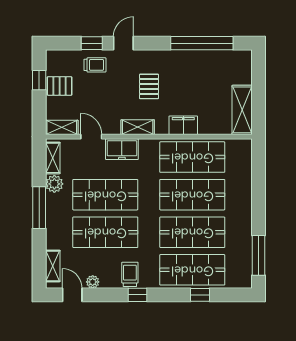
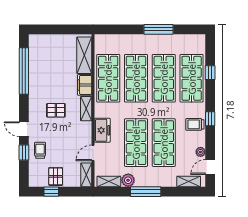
shelving: (242, 110) -> (84, 55), moved, turned 90
shelving: (138, 127) -> (86, 109), moved
window: (259, 255) -> (158, 29), moved

